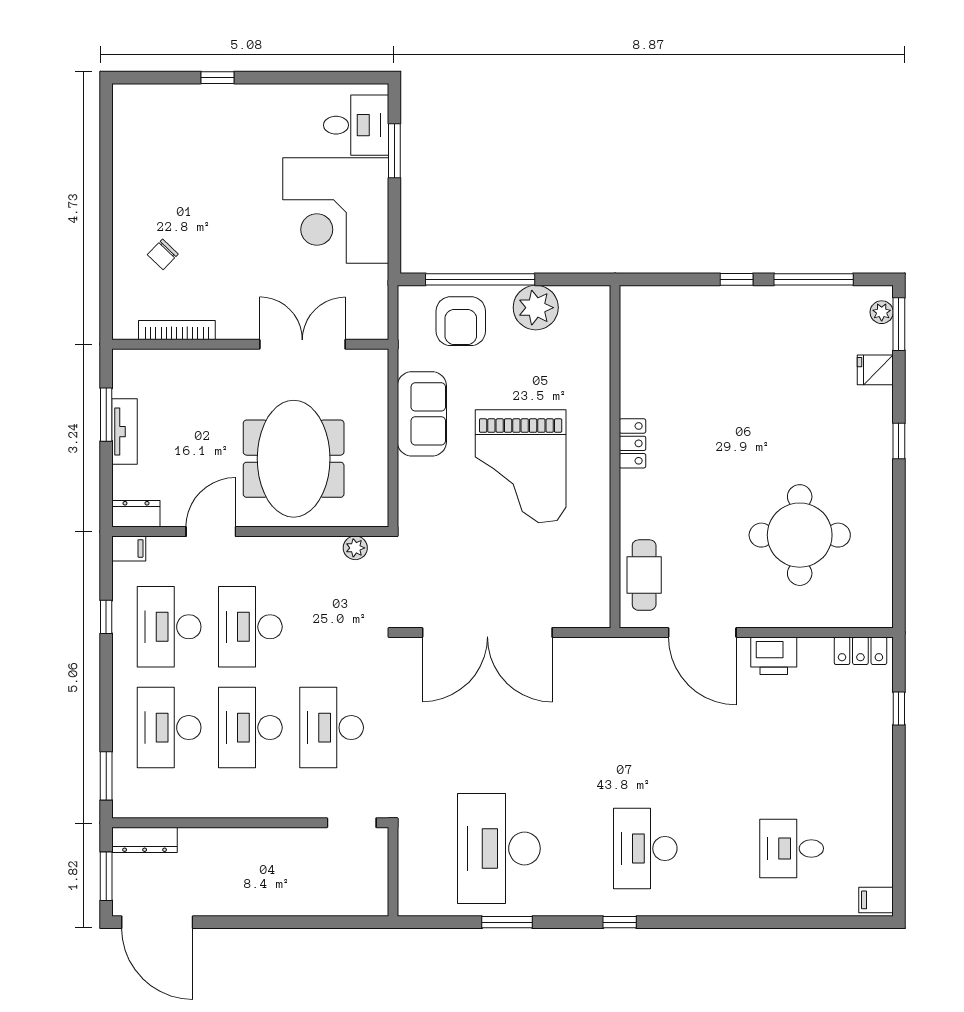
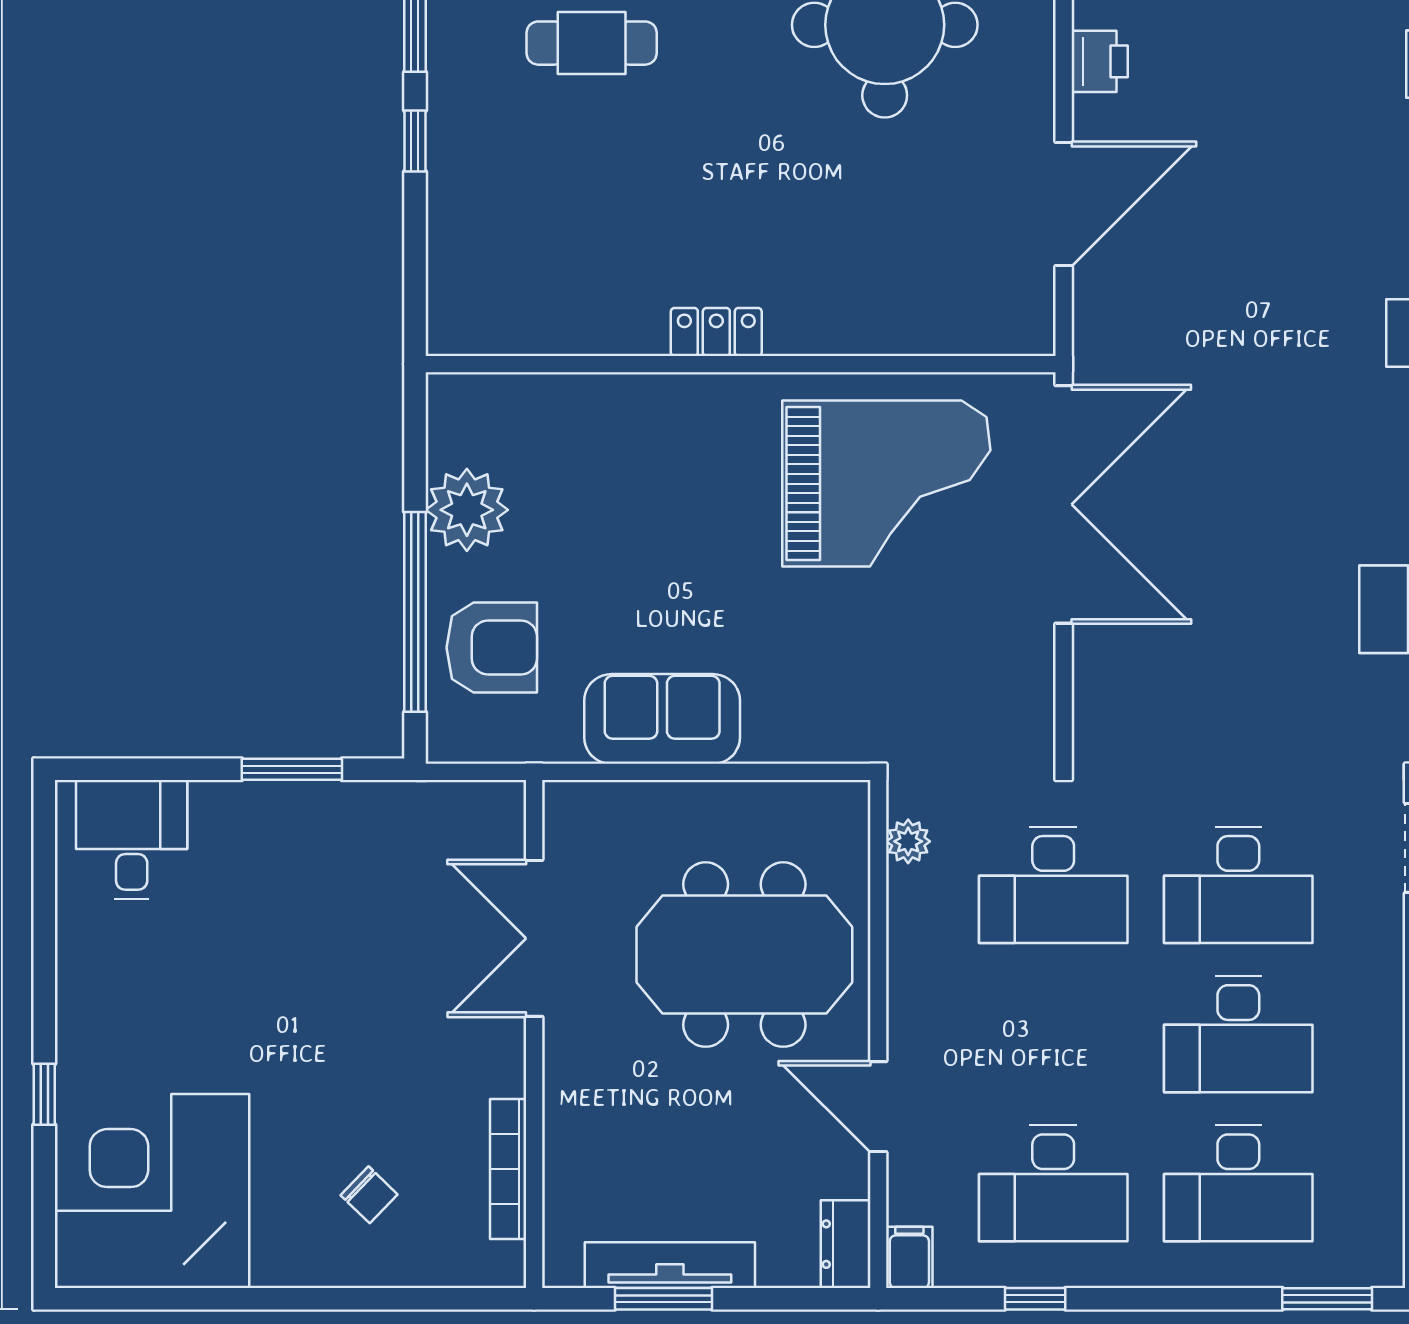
window: (394, 151) -> (292, 769), moved
corner desk: (336, 210) -> (152, 1191), moved, turned 180
tv unit: (125, 432) -> (670, 1265), width x1.41
grand piano: (521, 466) -> (886, 484), moved
cafe table: (644, 575) -> (592, 43), moved
desk: (250, 627) -> (1053, 885), moved
double door: (487, 632) -> (1064, 504), moved
printer: (774, 656) -> (1100, 61), width x0.73, depth x0.81

